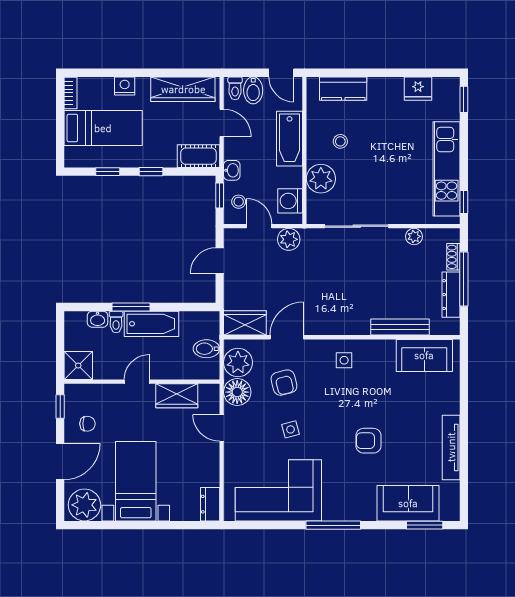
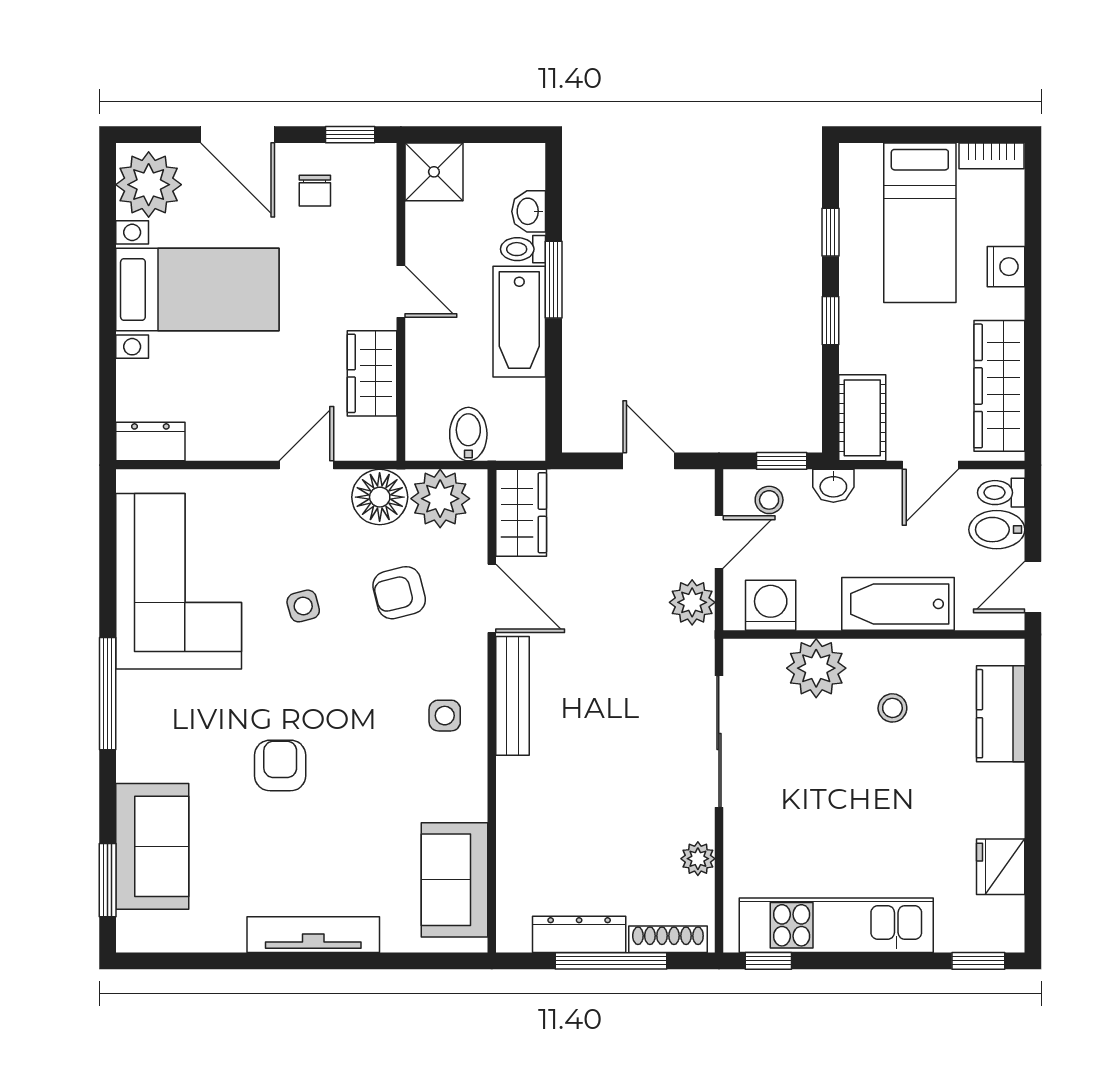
shoe rack: (453, 257) -> (668, 939), width x1.43
bench: (400, 327) -> (513, 696), moved
tv unit: (451, 447) -> (313, 935), moved

